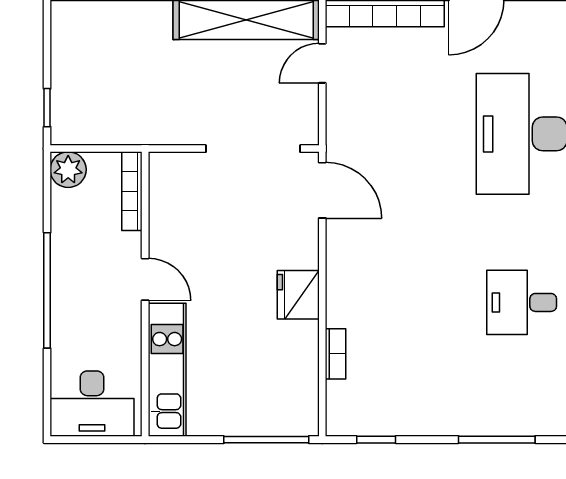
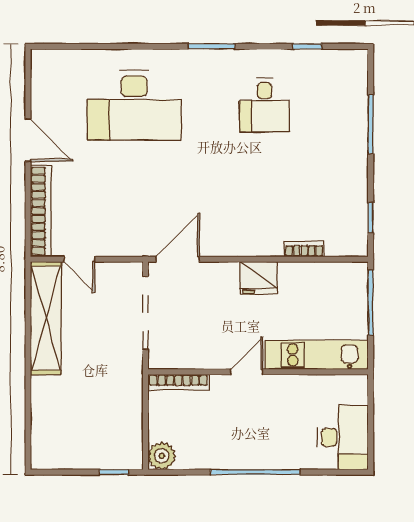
bookcase: (132, 191) -> (178, 382), moved
door: (145, 279) -> (247, 372), moved
wall: (145, 294) -> (258, 372), moved
kitchen unit: (167, 370) -> (317, 355), moved

